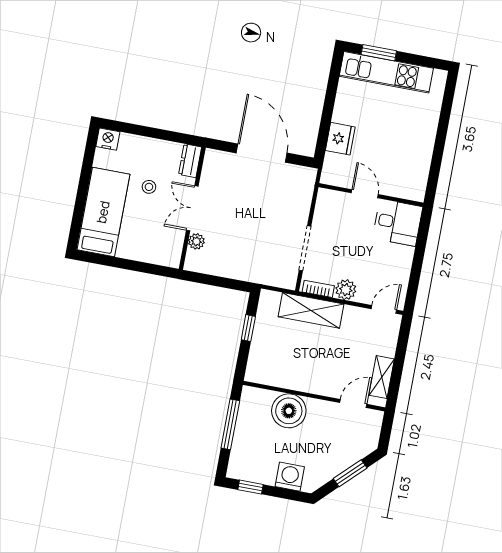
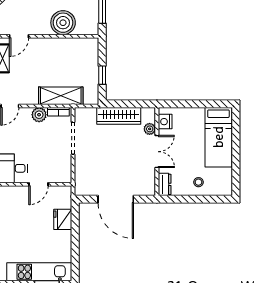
nightstand: (108, 139) -> (165, 122), moved, turned 90
stool: (149, 187) -> (198, 182), moved
door: (365, 194) -> (38, 184), hinge flipped
wardrobe: (236, 268) -> (119, 116), added

